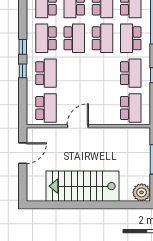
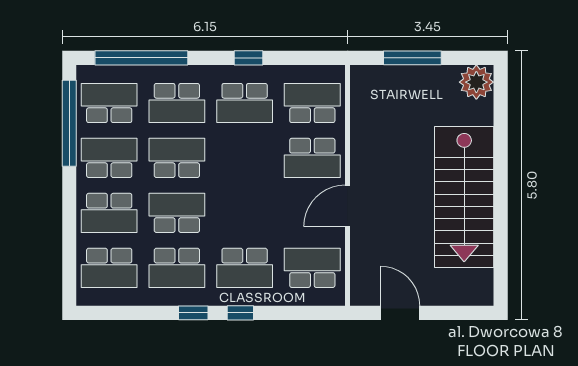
school desk: (46, 73) -> (245, 268), turned 180
school desk: (131, 73) -> (245, 103), turned 180
school desk: (102, 108) -> (312, 158), added
door: (78, 126) -> (348, 206), hinge flipped

